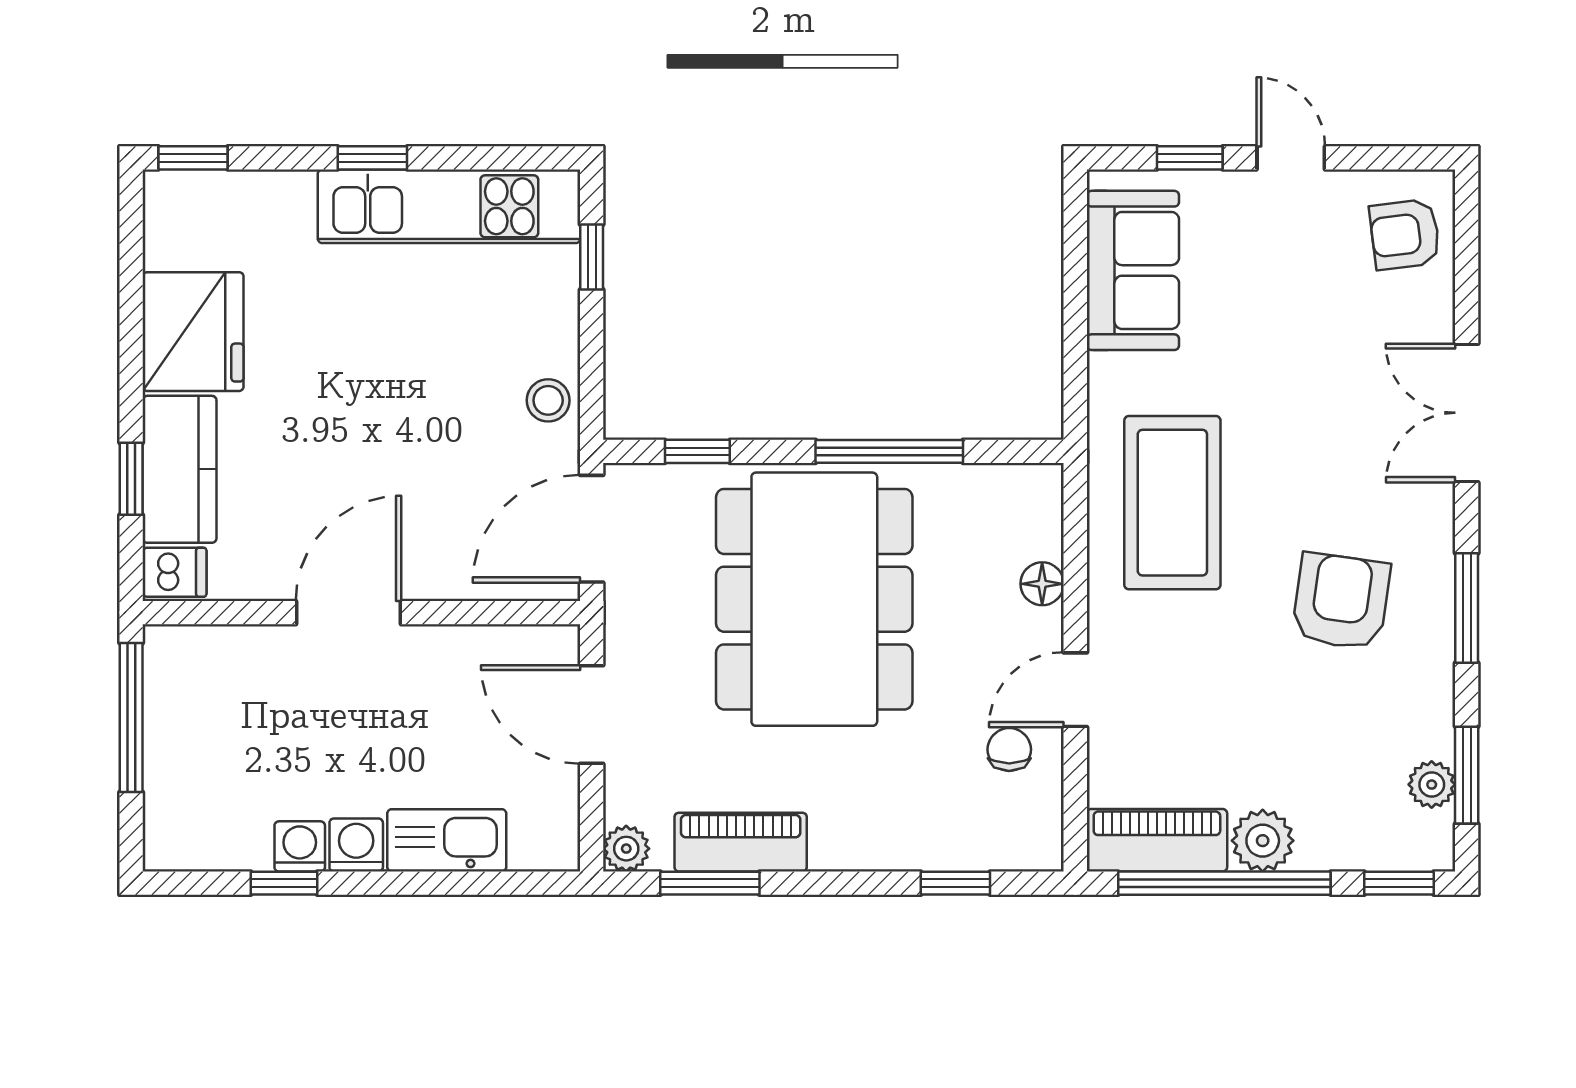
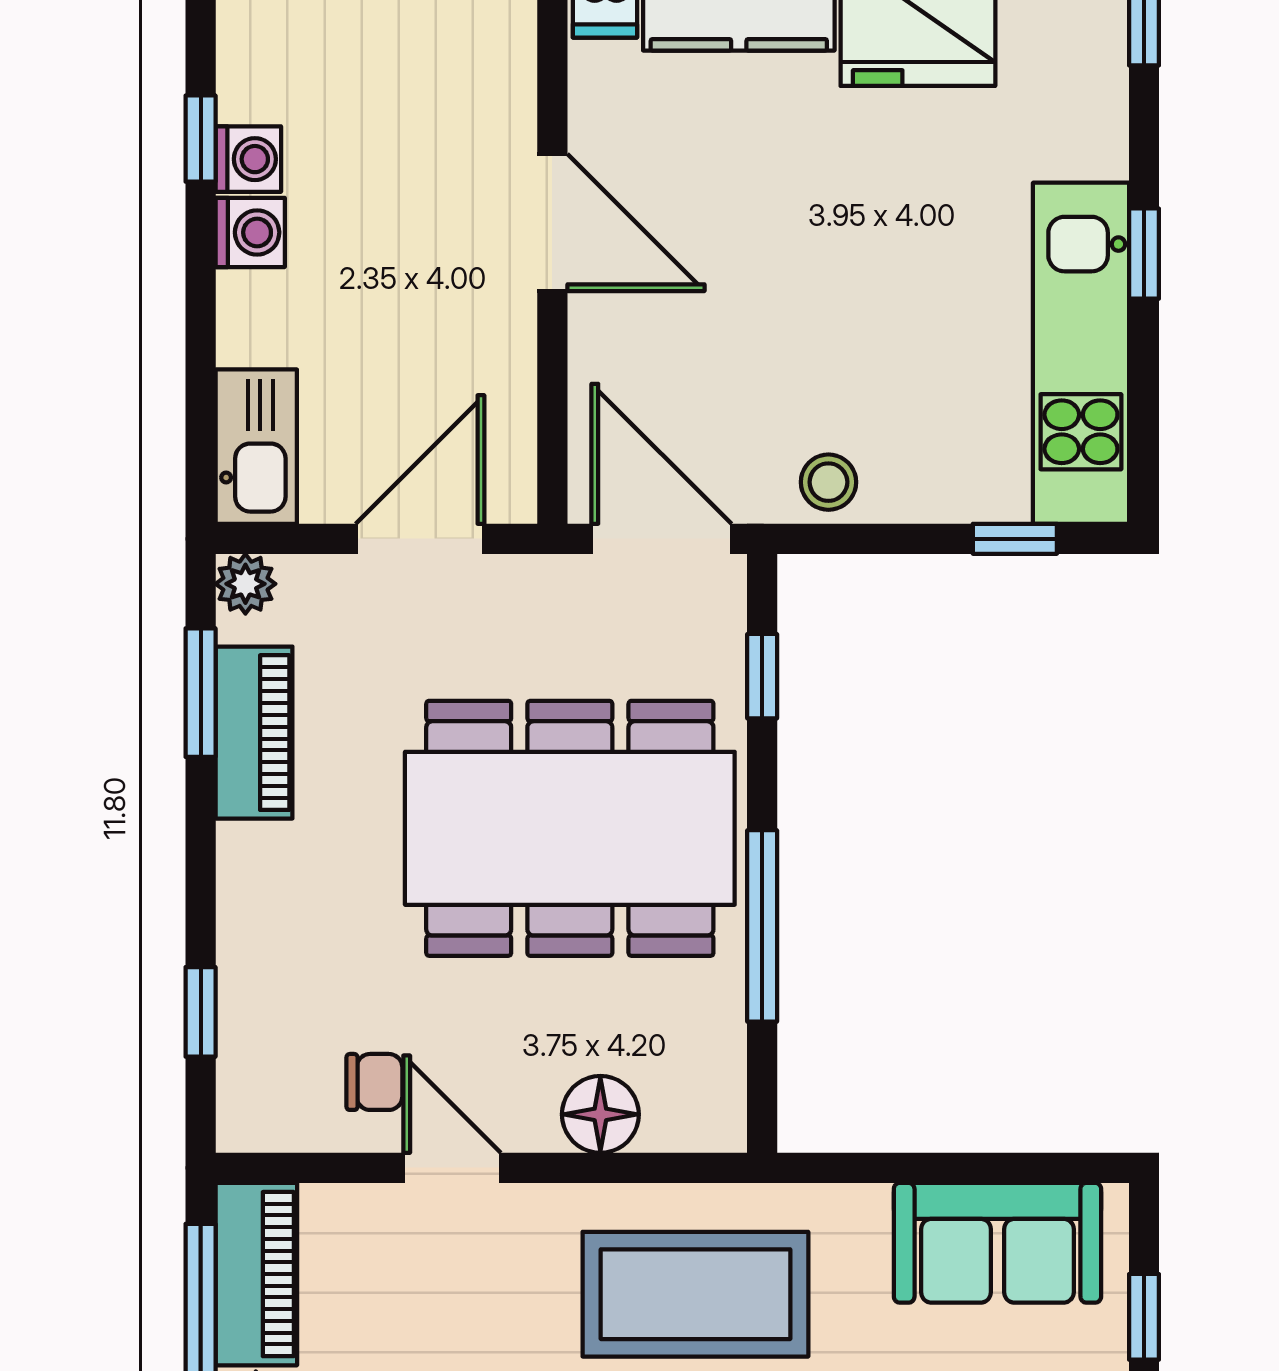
floor lamp: (1042, 584) -> (600, 1114), width x1.37, depth x1.37
kitchen sink: (447, 840) -> (256, 447), moved

